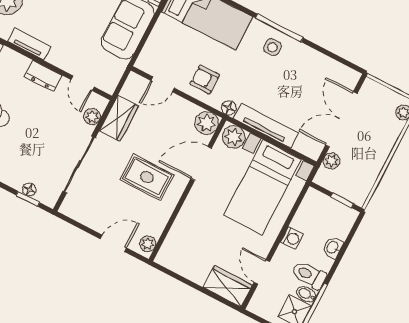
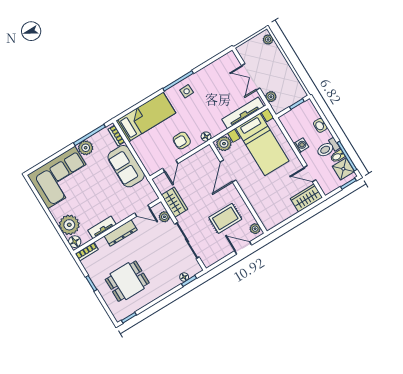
dresser: (43, 76) -> (121, 233), width x1.44
double door: (341, 119) -> (251, 77), width x0.73
plant: (207, 123) -> (207, 154), removed
tv unit: (266, 126) -> (243, 113), moved
rug: (147, 177) -> (225, 218), moved
door: (113, 243) -> (243, 248), hinge flipped

